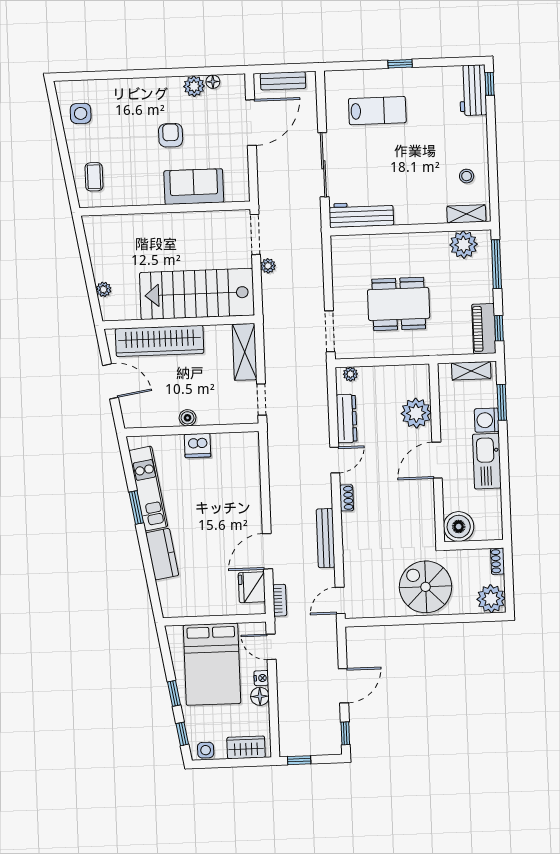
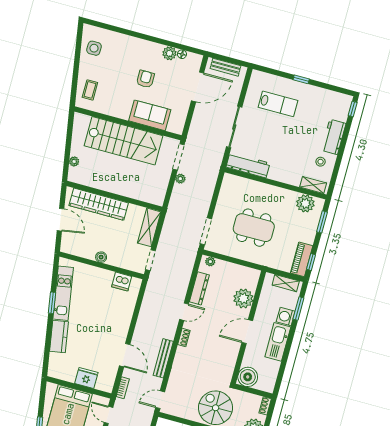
workbench: (473, 90) -> (334, 137), moved
window: (496, 264) -> (322, 222), width x0.69
stairs: (197, 294) -> (124, 141), moved, turned 180
dishwasher: (198, 446) -> (122, 282), moved
door: (267, 551) -> (125, 355), swing flipped
fridge: (252, 587) -> (86, 378), moved, turned 90

